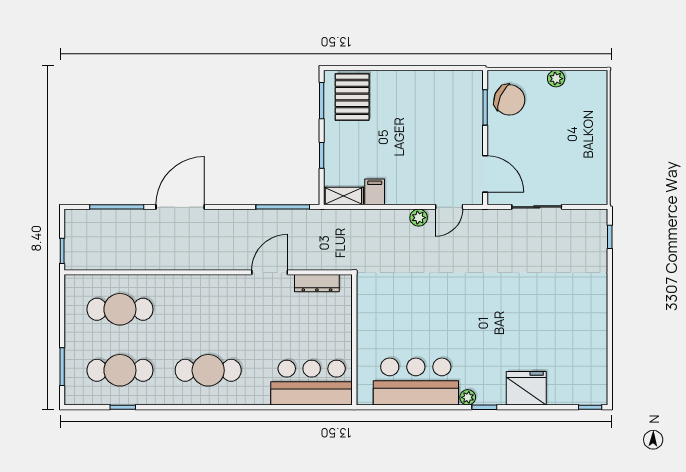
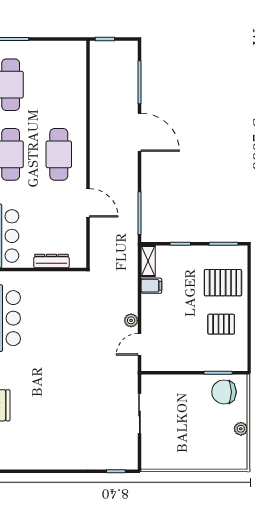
pallet: (352, 97) -> (223, 283), moved
chair: (509, 100) -> (224, 392), turned 66
pallet: (424, 103) -> (221, 324), added
door: (485, 174) -> (166, 373), removed
door: (449, 207) -> (139, 344), hinge flipped
dresser: (317, 283) -> (51, 261), moved, turned 90
cafe table: (120, 309) -> (59, 154), moved

